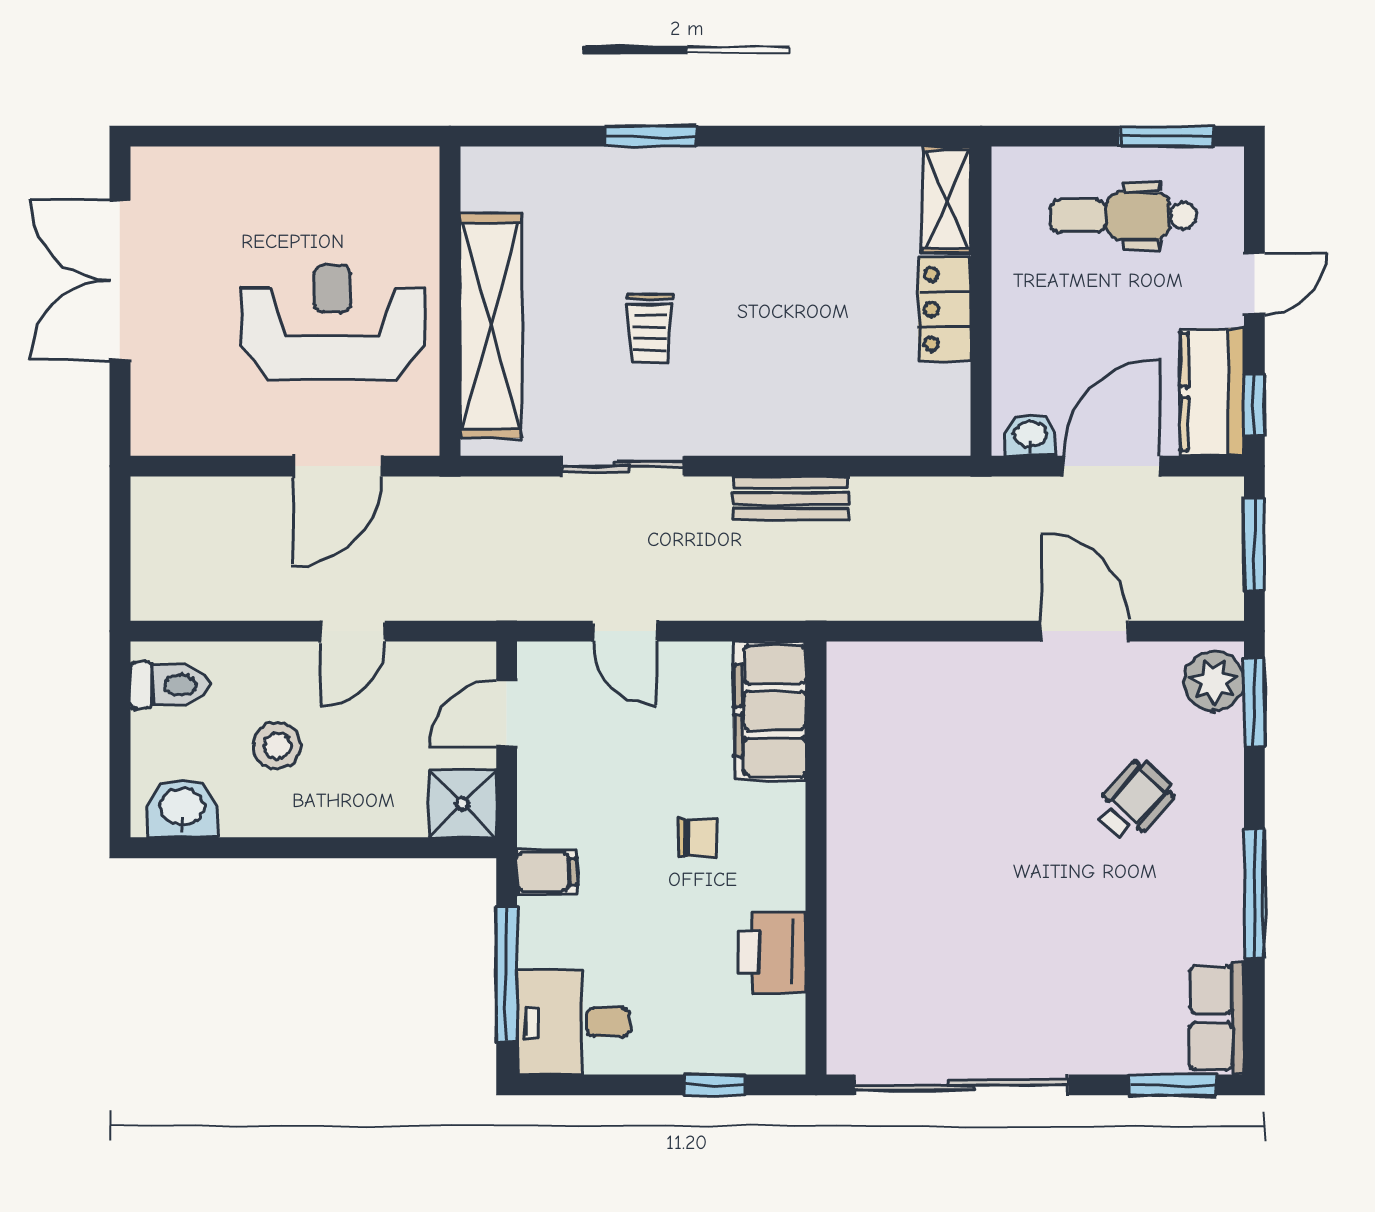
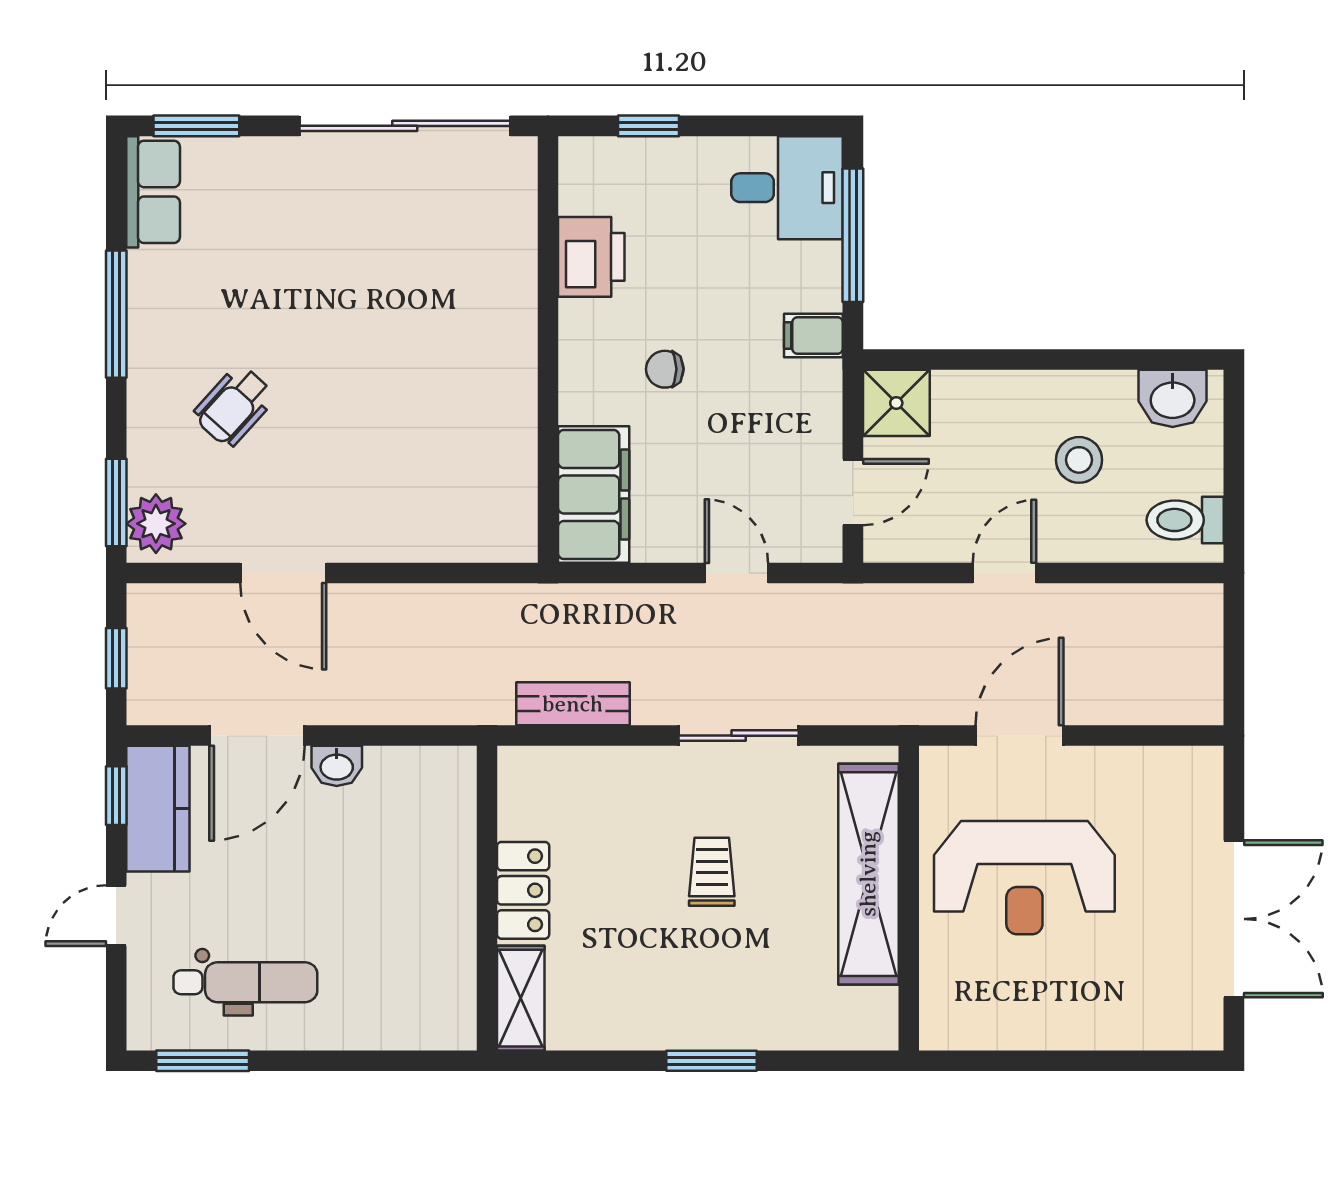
shelving: (947, 200) -> (521, 998), moved
wall: (981, 301) -> (487, 898), moved
locker: (944, 309) -> (523, 890), moved
window: (1254, 545) -> (116, 658), width x0.67

